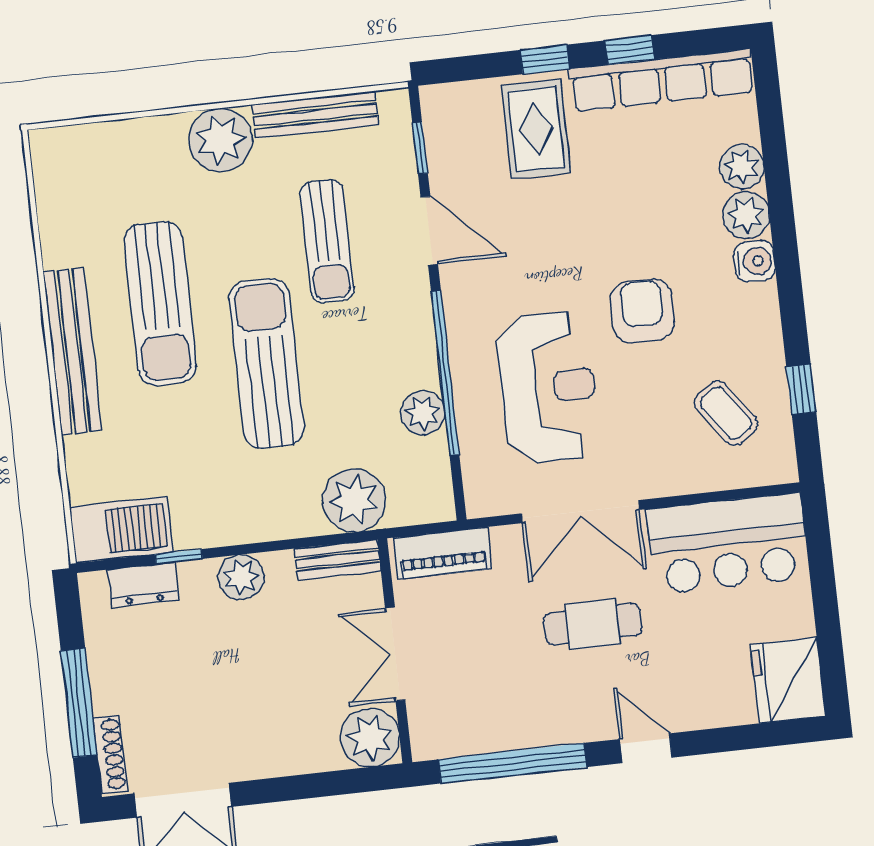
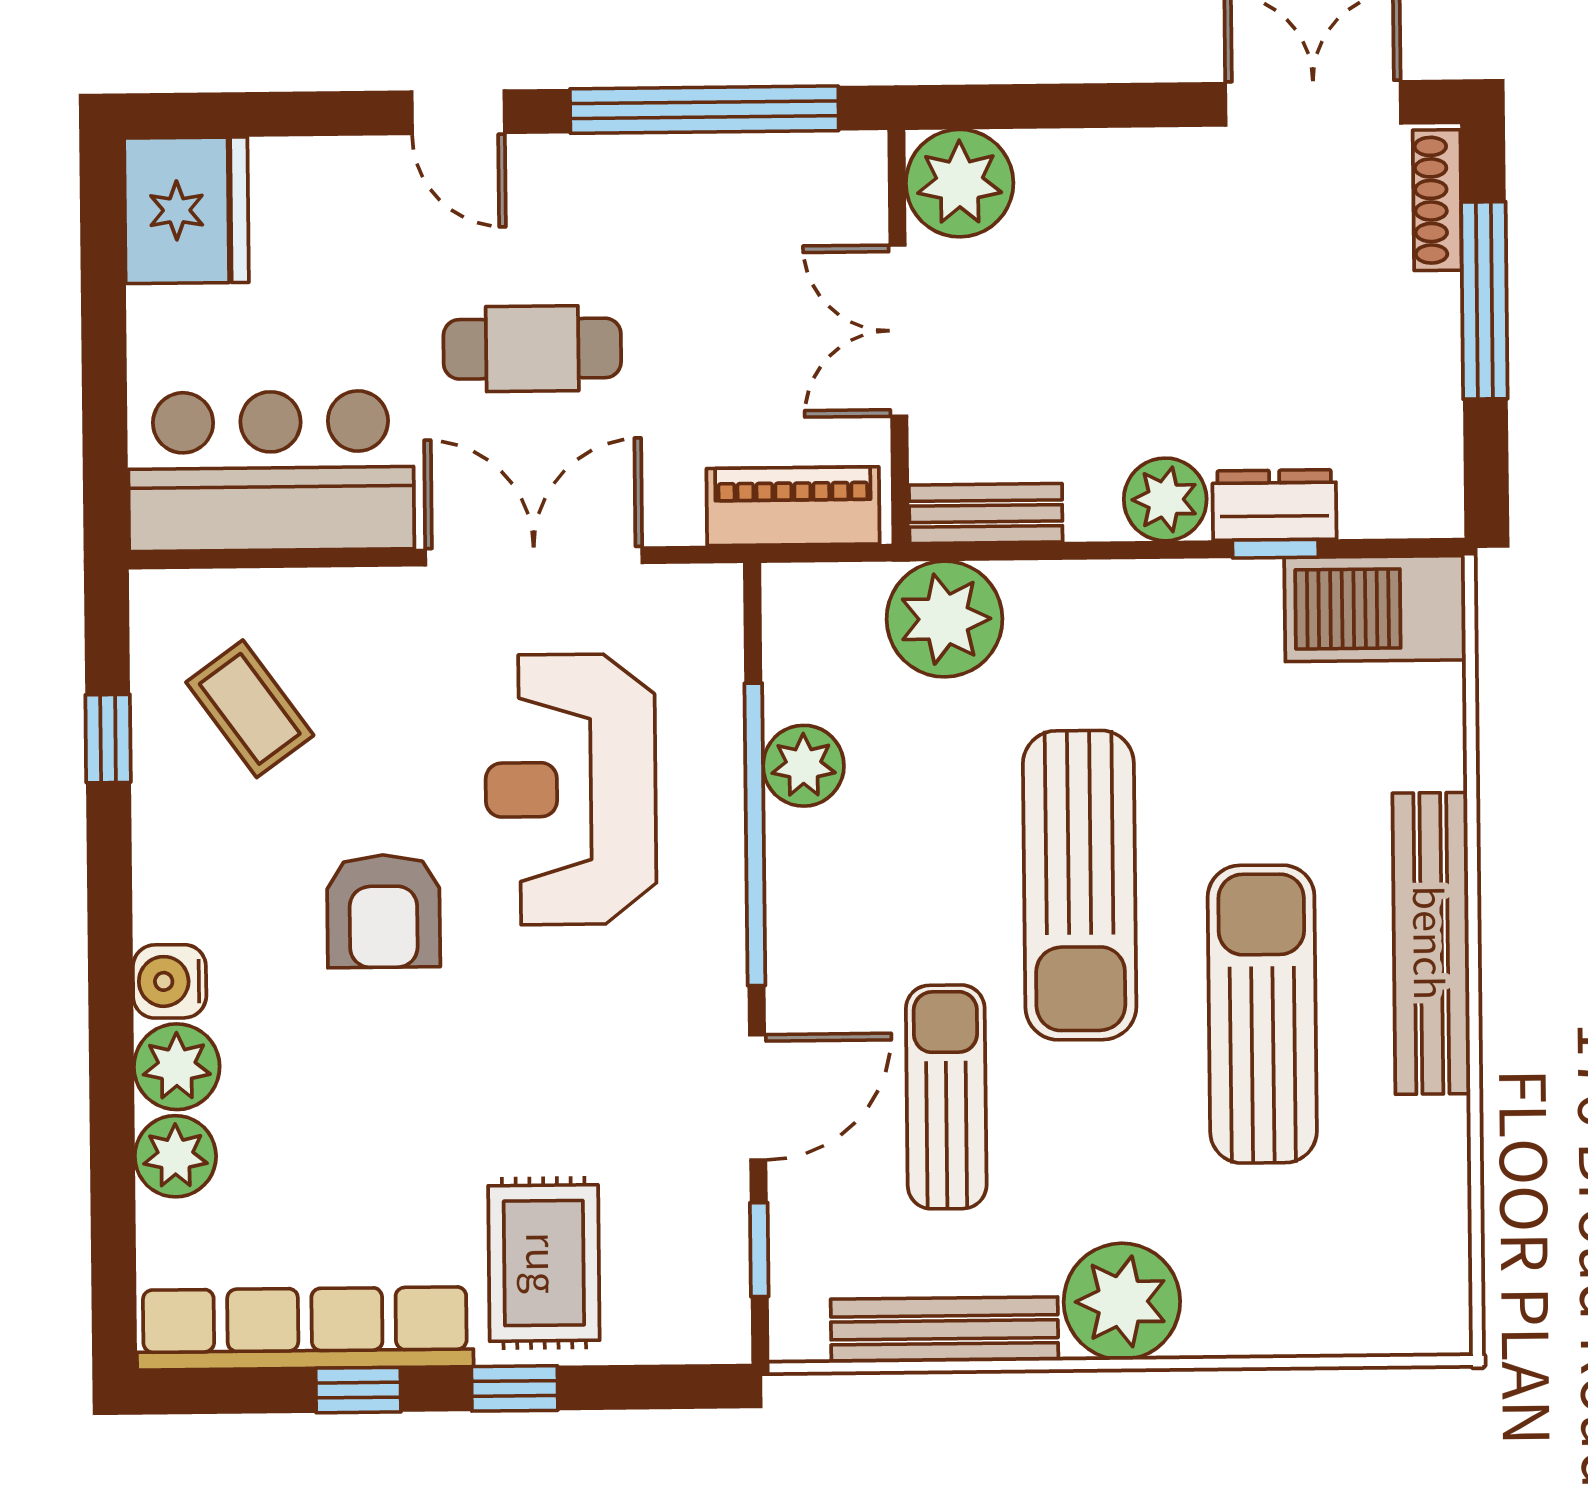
door: (429, 231) -> (758, 1097), swing flipped
dresser: (143, 585) -> (1274, 505), moved
double door: (395, 654) -> (898, 331), swing flipped

